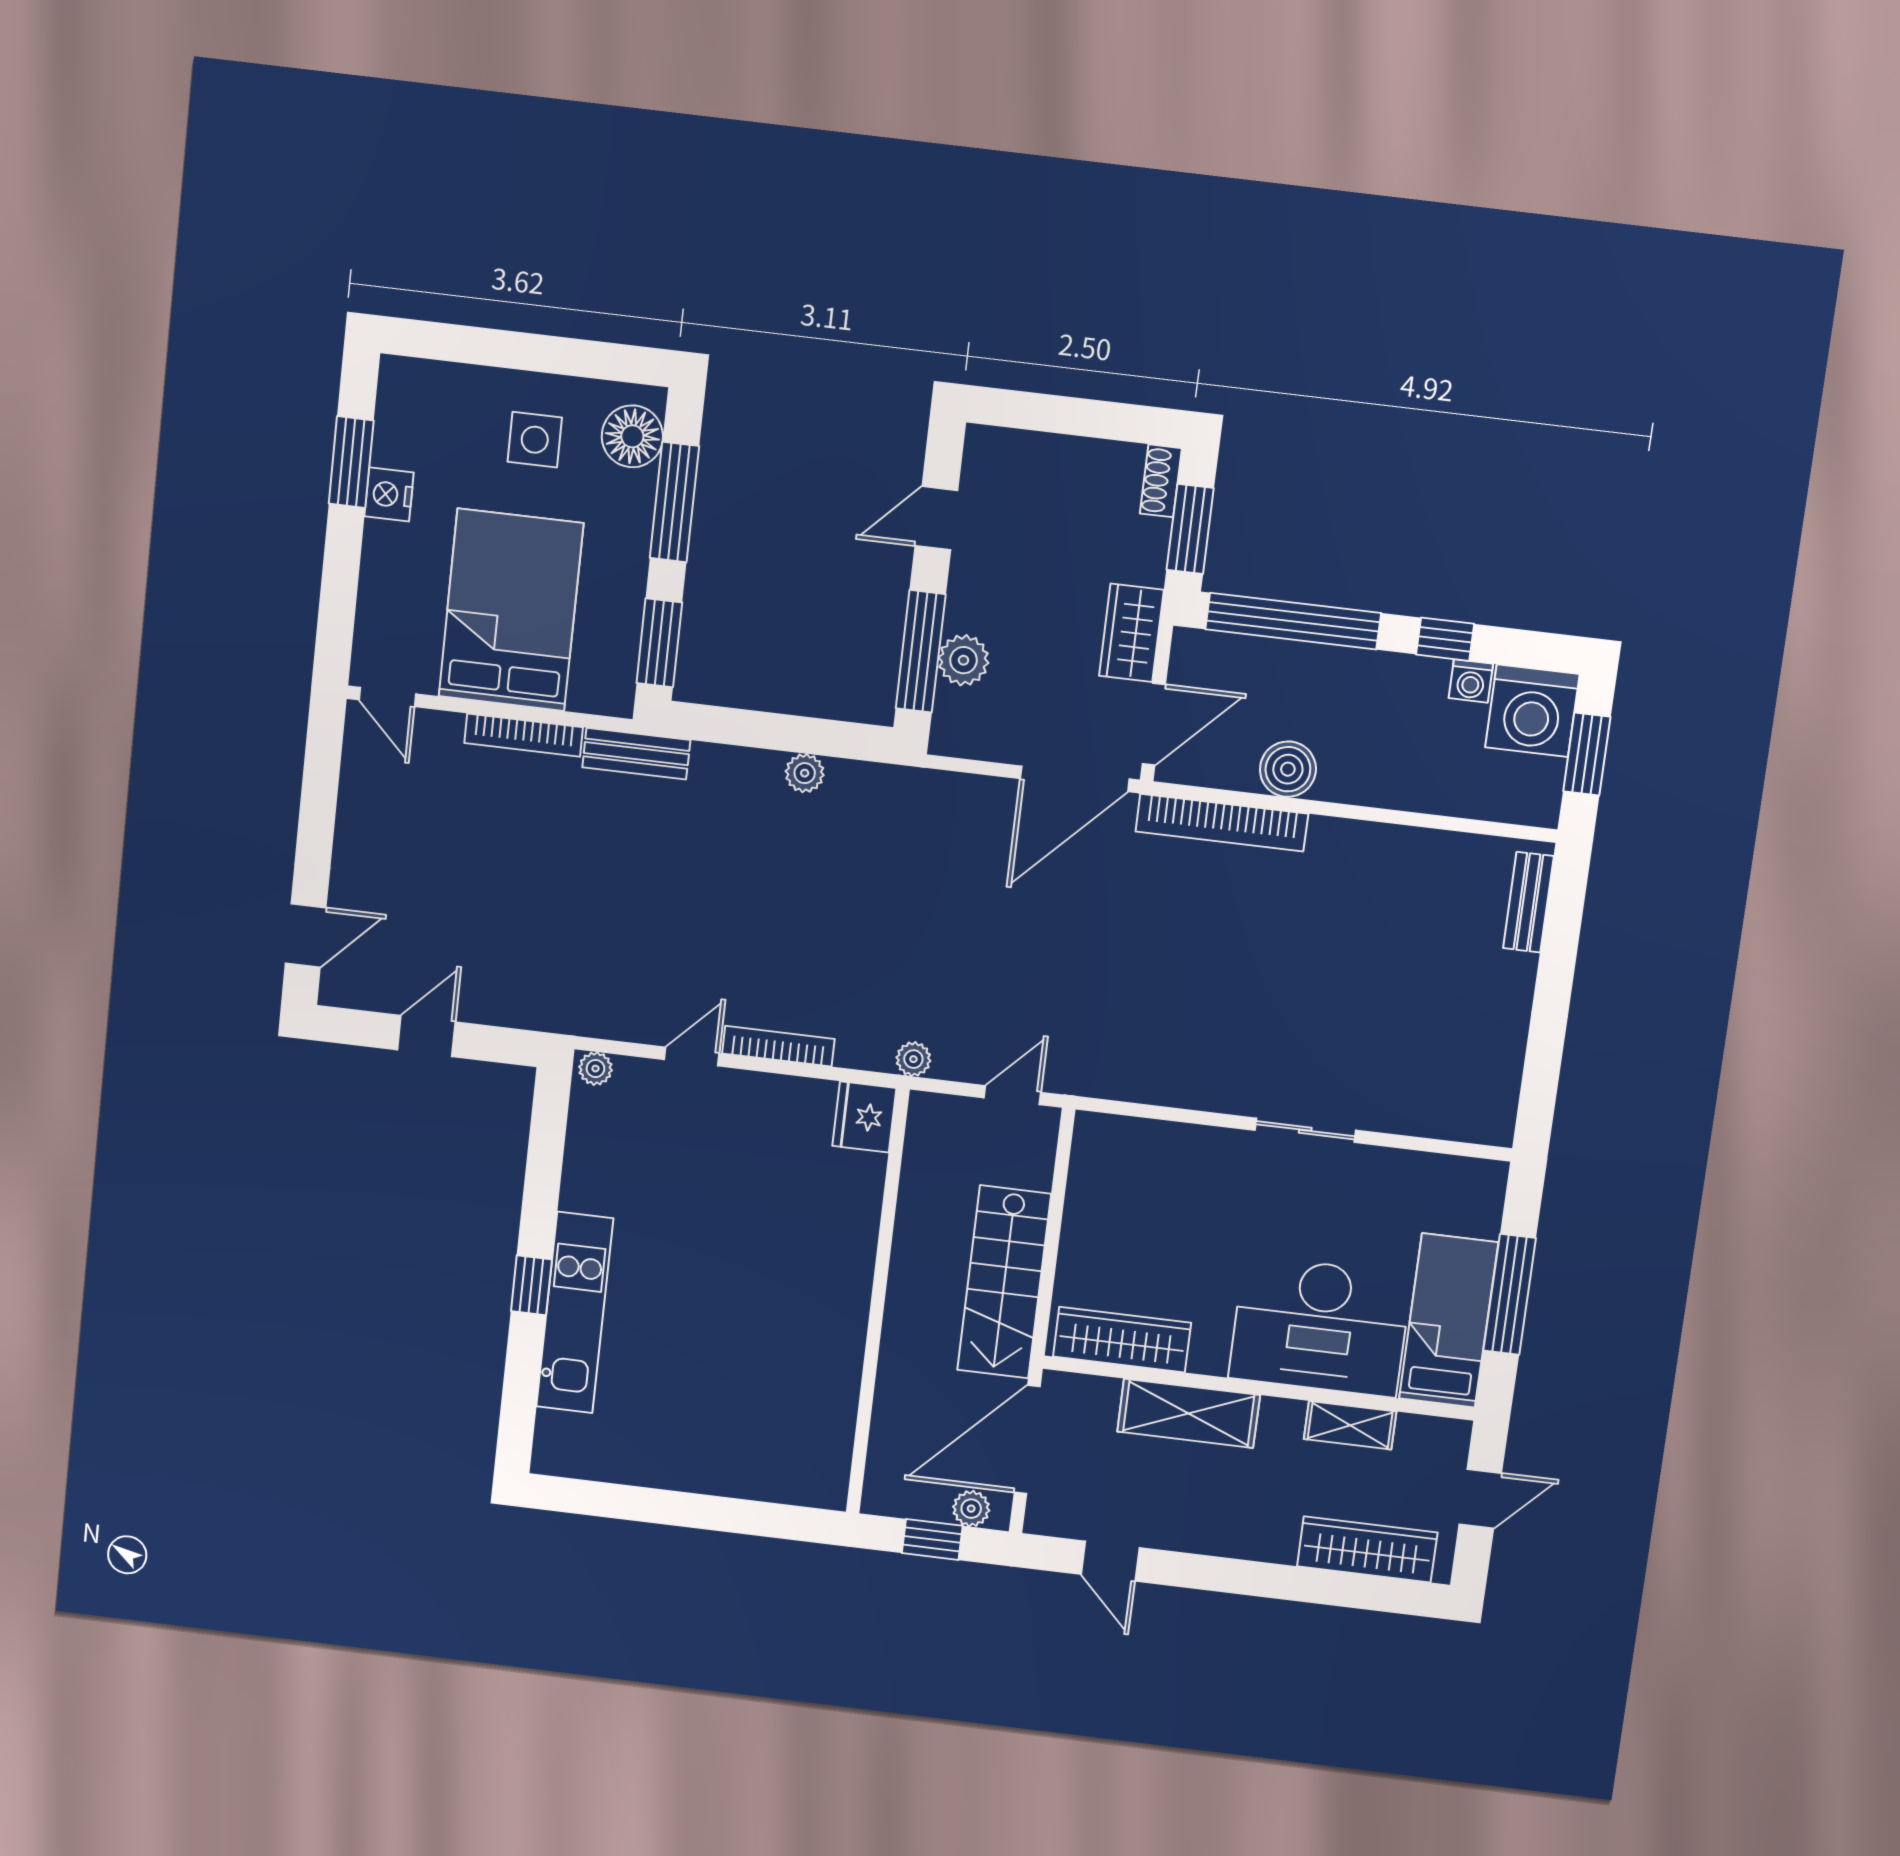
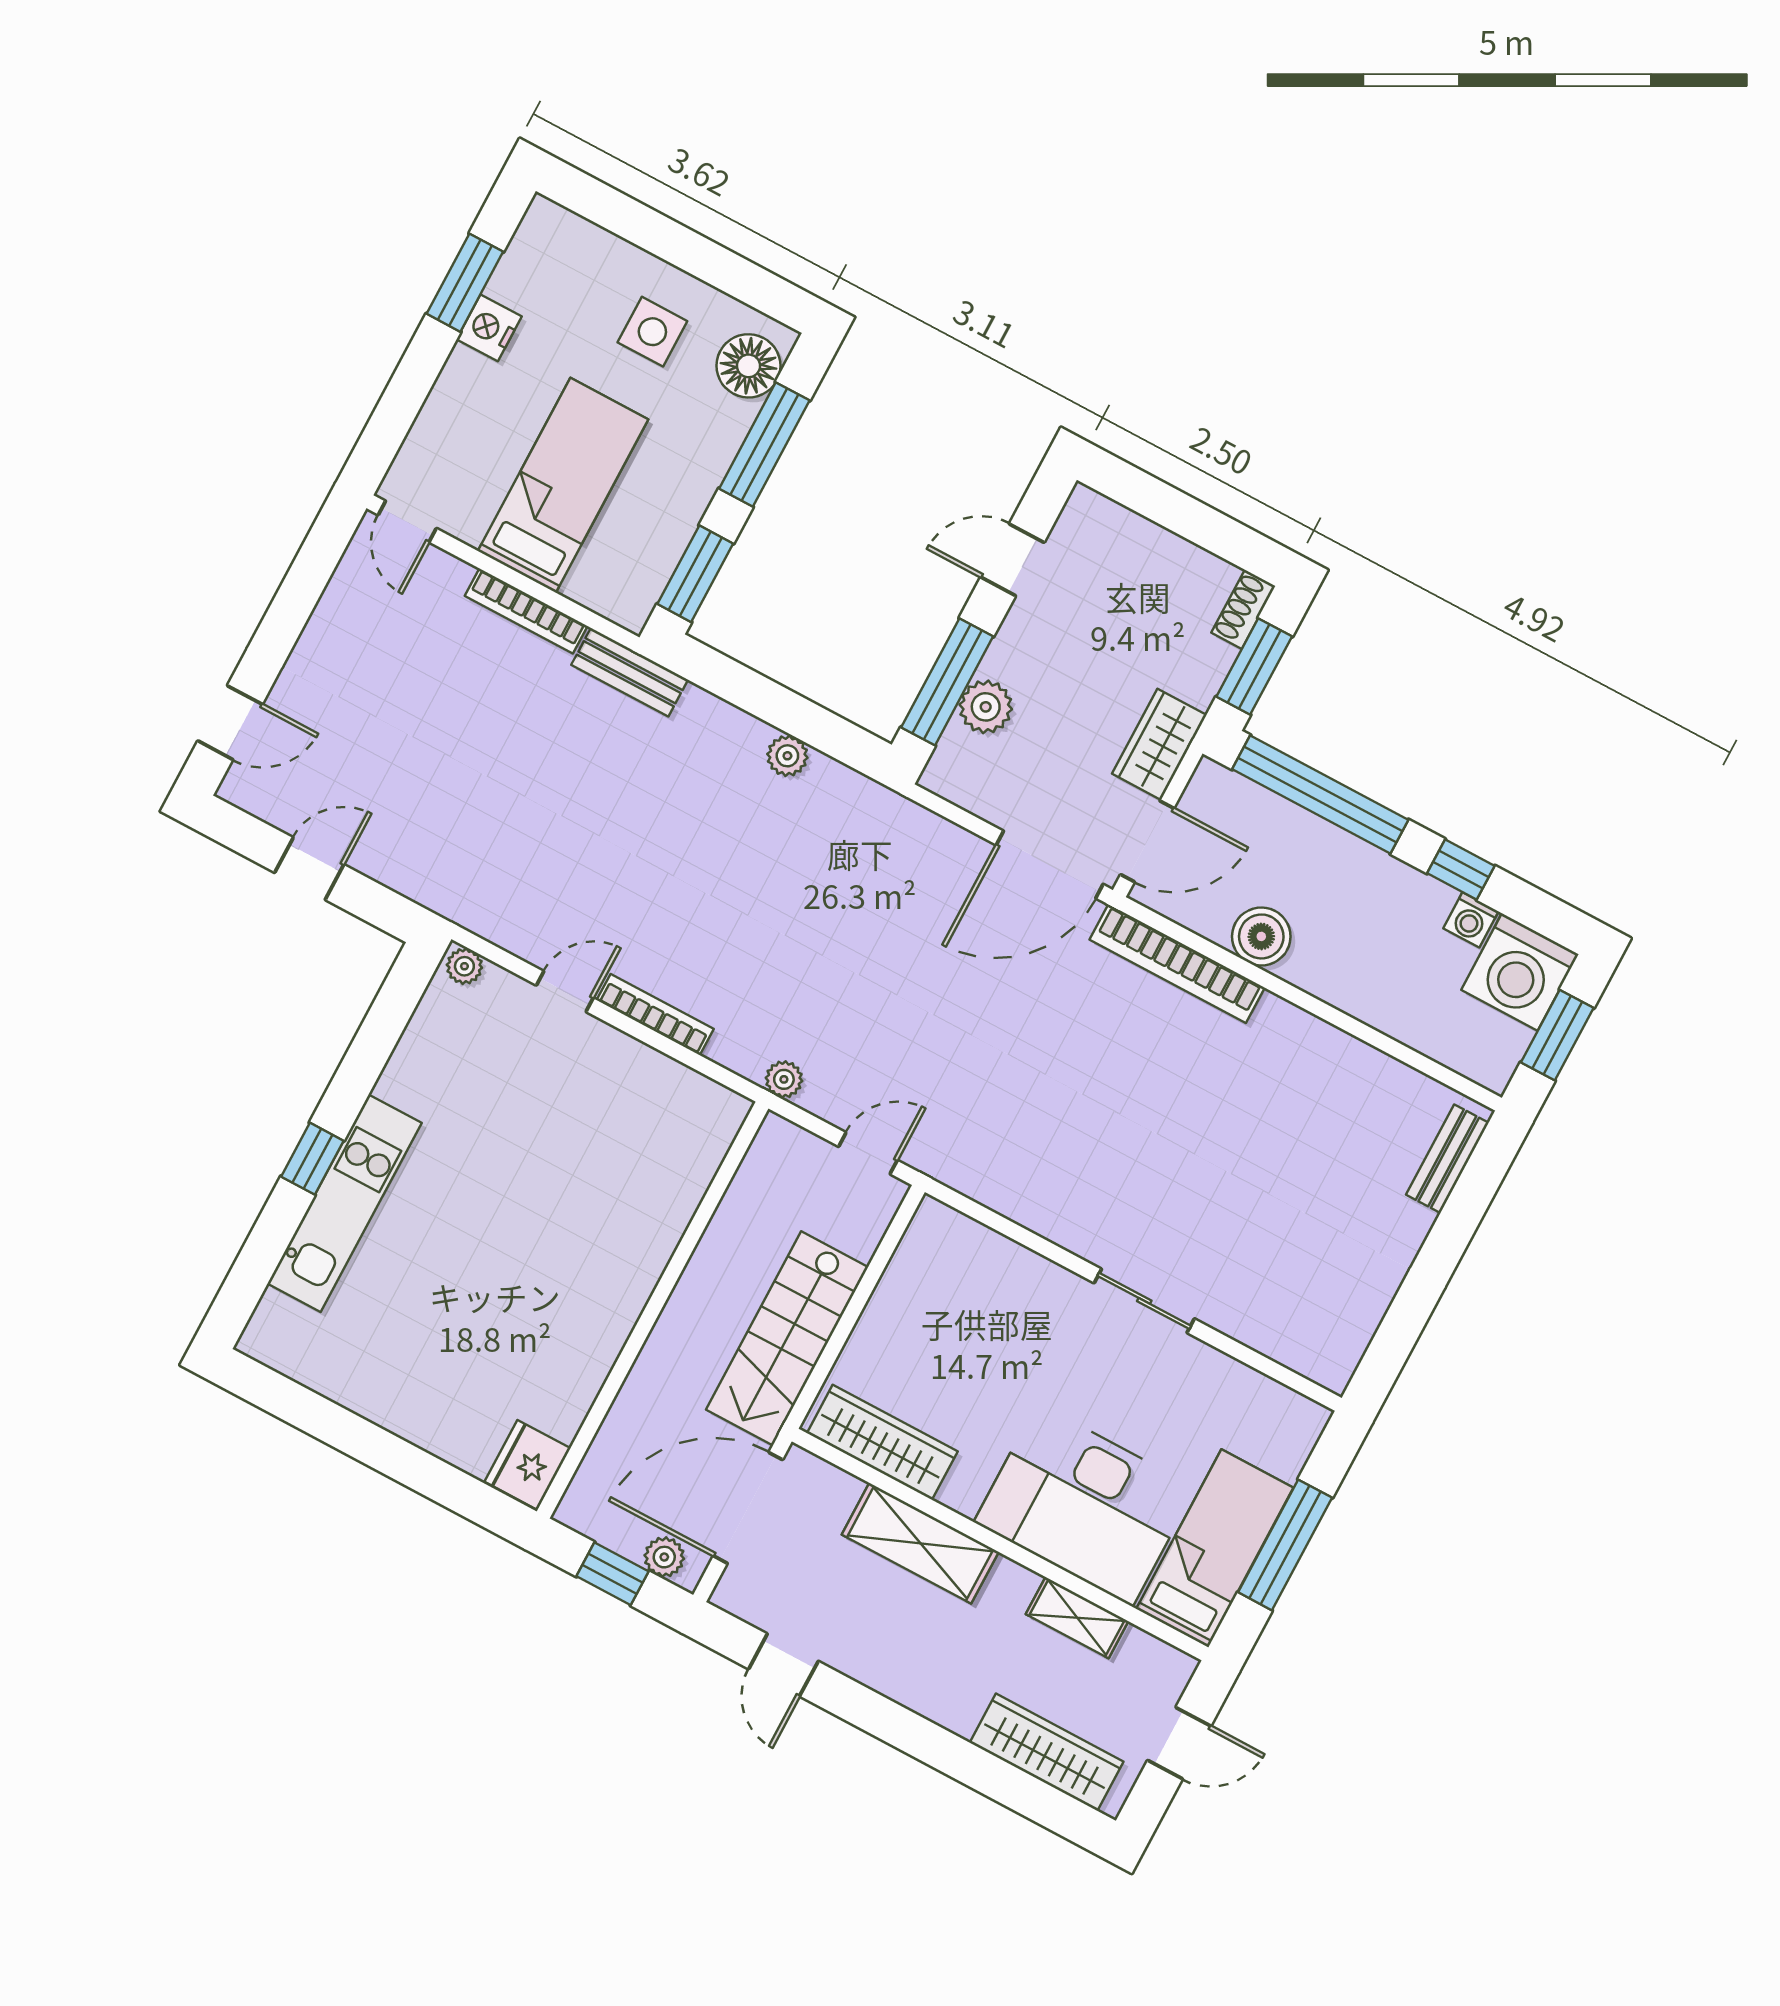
bed: (511, 610) -> (563, 485), width x0.67
fridge: (864, 1117) -> (527, 1465), moved

